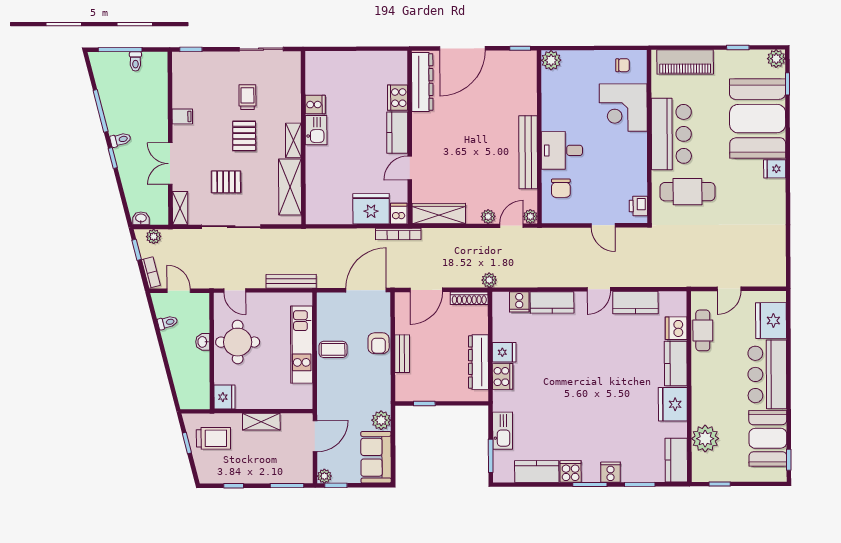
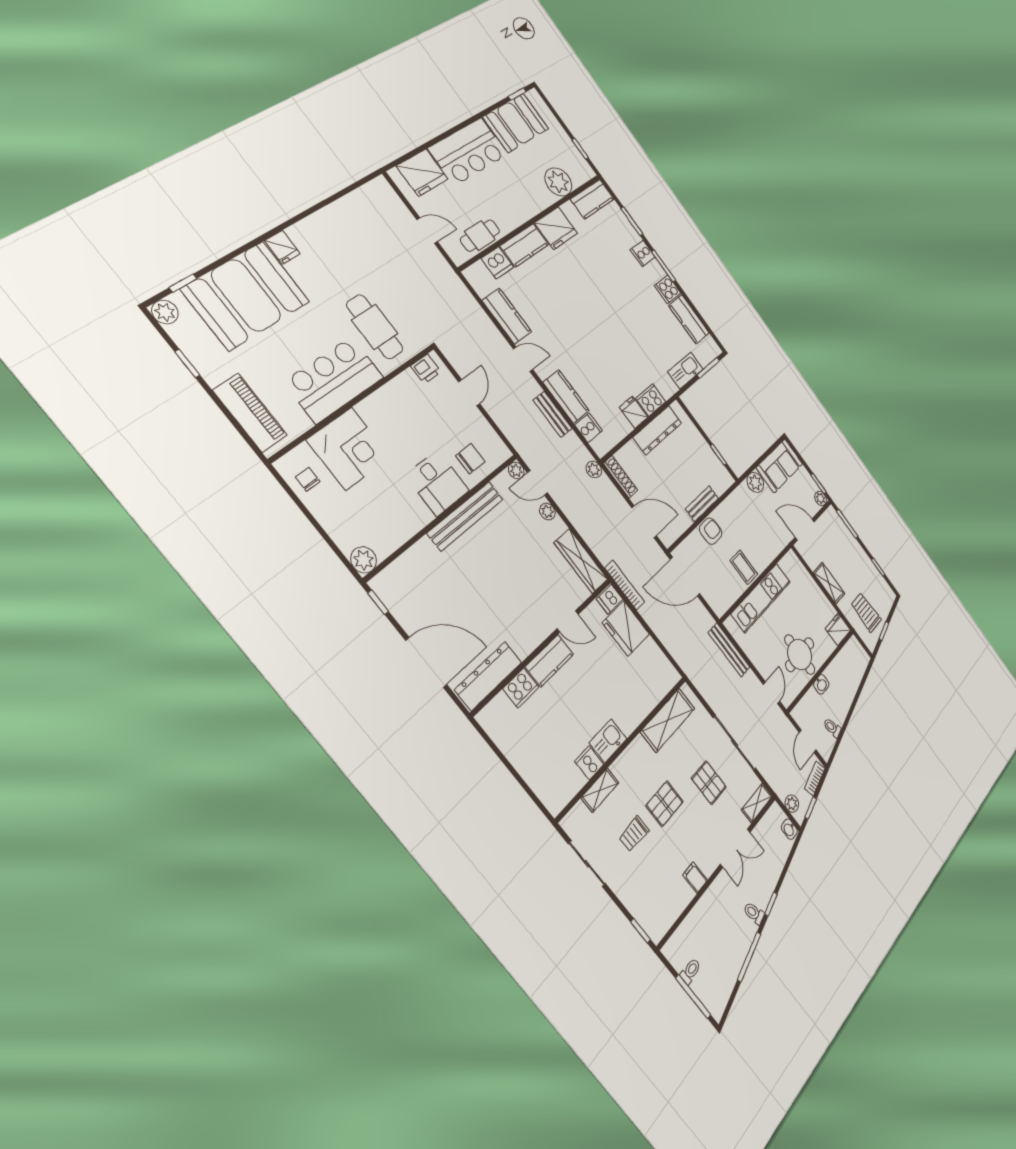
shelving: (293, 140) -> (600, 790), moved
bench: (547, 280) -> (553, 414), added

